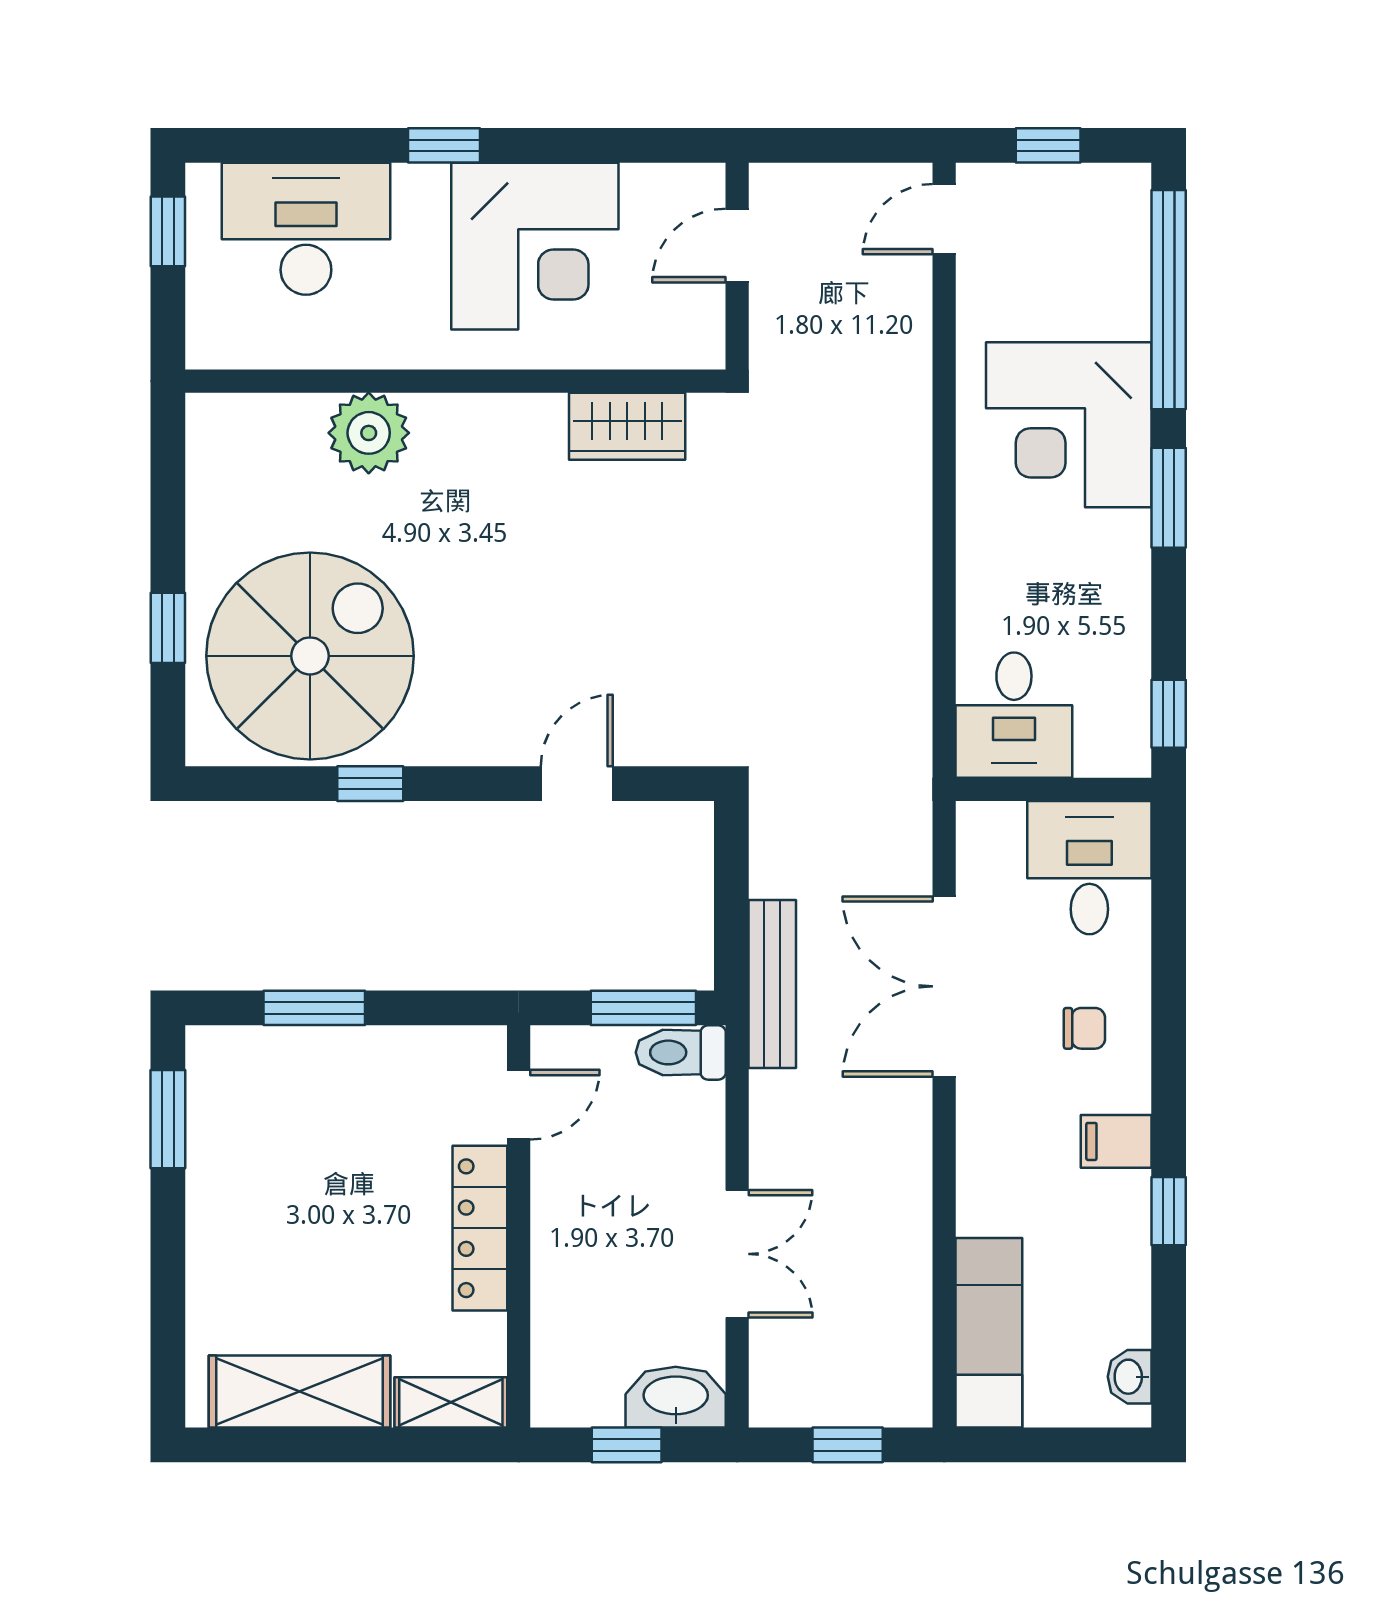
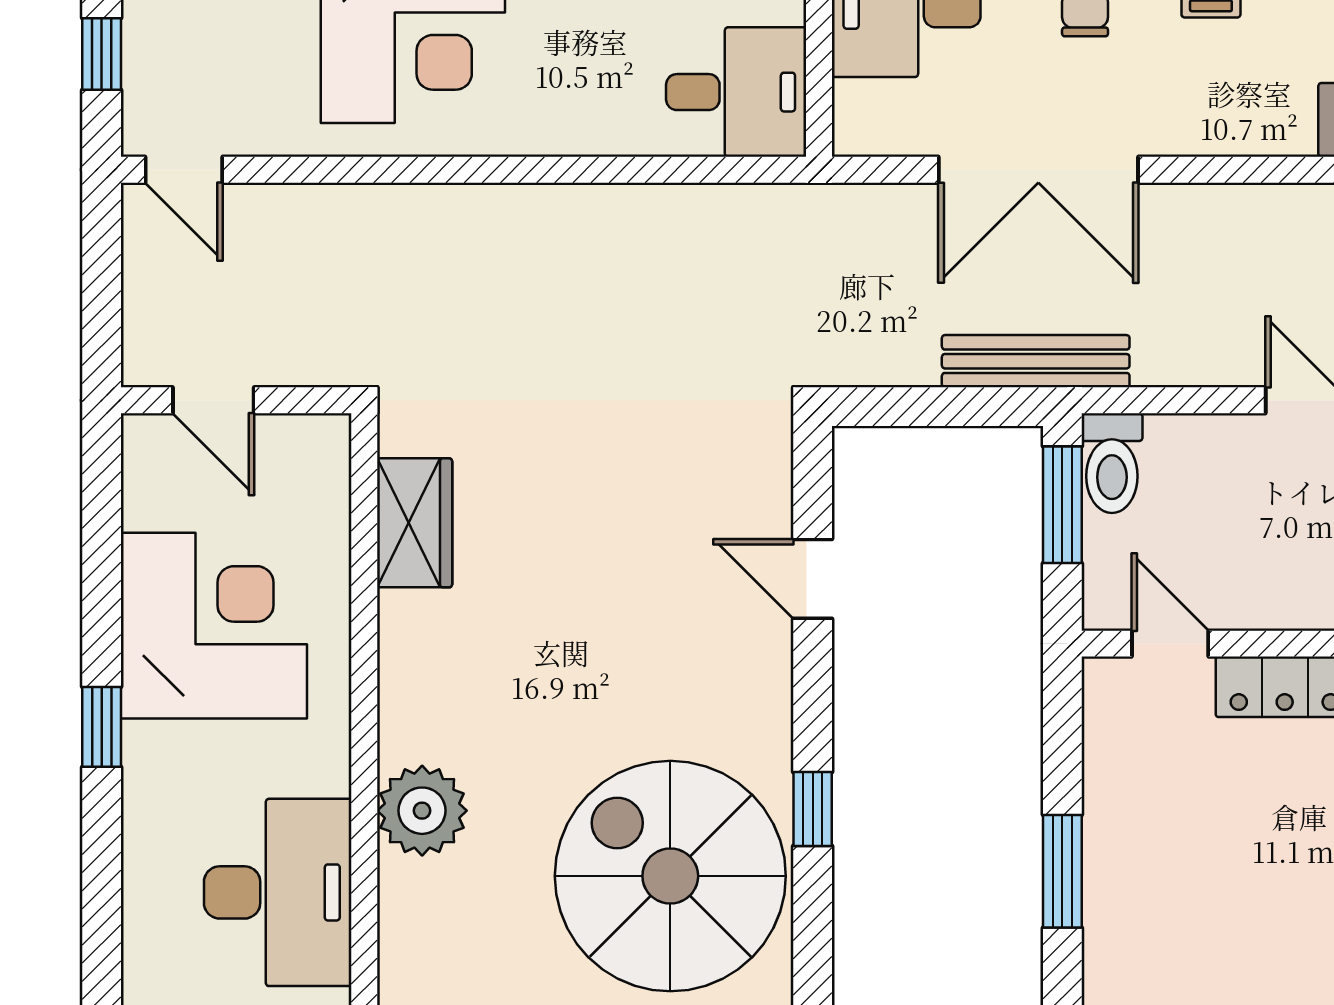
desk: (306, 229) -> (278, 892), moved, turned 180

